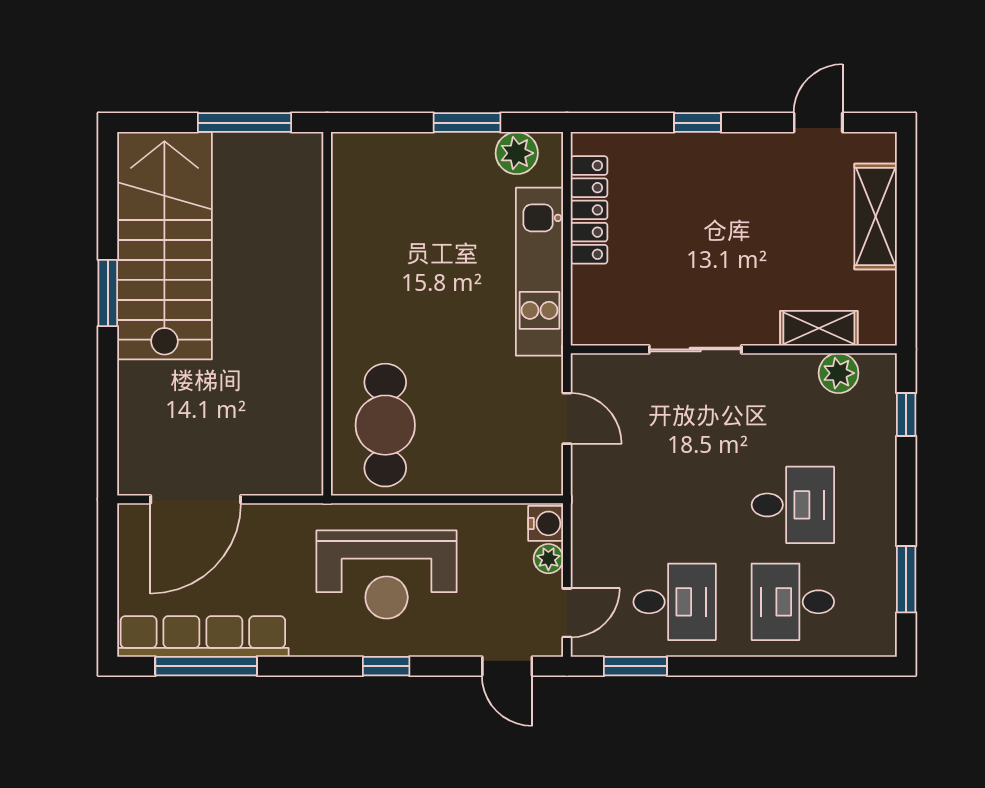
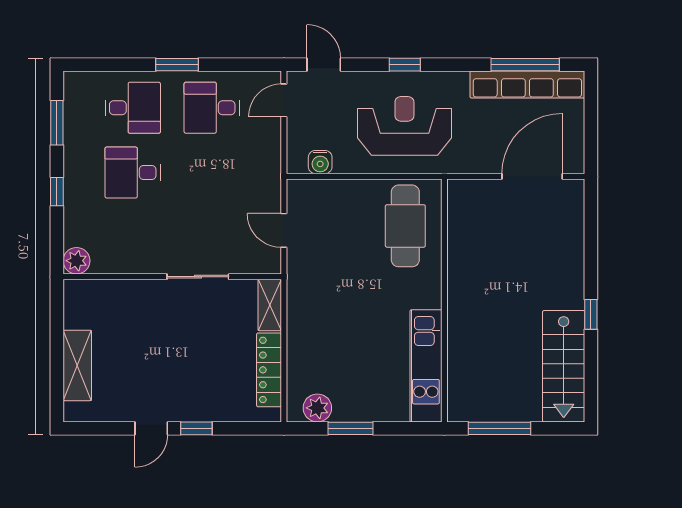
door: (818, 123) -> (151, 428), moved
stairs: (164, 246) -> (564, 366), width x0.73, depth x0.66
kitchen unit: (539, 272) -> (426, 366), moved, turned 180
window: (108, 293) -> (591, 314), width x0.67
shelving: (819, 328) -> (270, 305), moved, turned 90
plant: (839, 373) -> (76, 261), moved
window: (906, 414) -> (57, 192), moved
water cooler: (546, 523) -> (320, 162), moved, turned -90
plant: (548, 559) -> (296, 137), removed
window: (635, 666) -> (177, 65), moved

